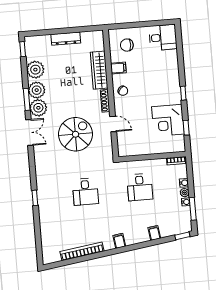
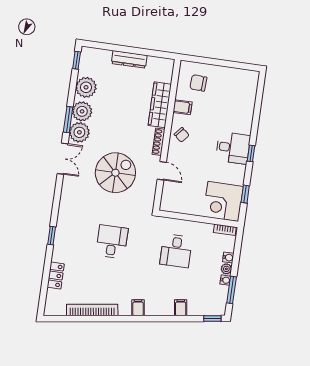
desk: (163, 37) -> (233, 148), moved
corner desk: (168, 120) -> (223, 201), moved
desk: (85, 192) -> (112, 242), turned 180
locker: (46, 230) -> (56, 276), added

